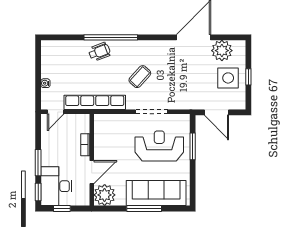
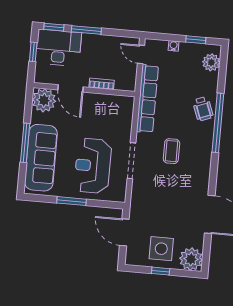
plant: (57, 48) -> (211, 62), added
plant: (222, 51) -> (191, 259), moved
window: (38, 64) -> (196, 40), added
coffee table: (140, 77) -> (171, 151), turned 48
door: (216, 112) -> (124, 232), hinge flipped
reception desk: (159, 146) -> (93, 166), turned 180
window: (193, 146) -> (71, 201), moved

